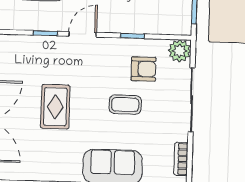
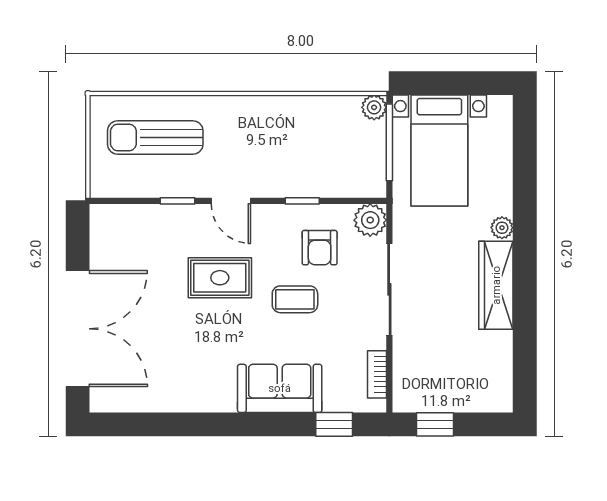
door: (83, 34) -> (231, 201), swing flipped
armchair: (144, 69) -> (320, 248), turned 90
rug: (55, 107) -> (220, 278), moved, turned 90

